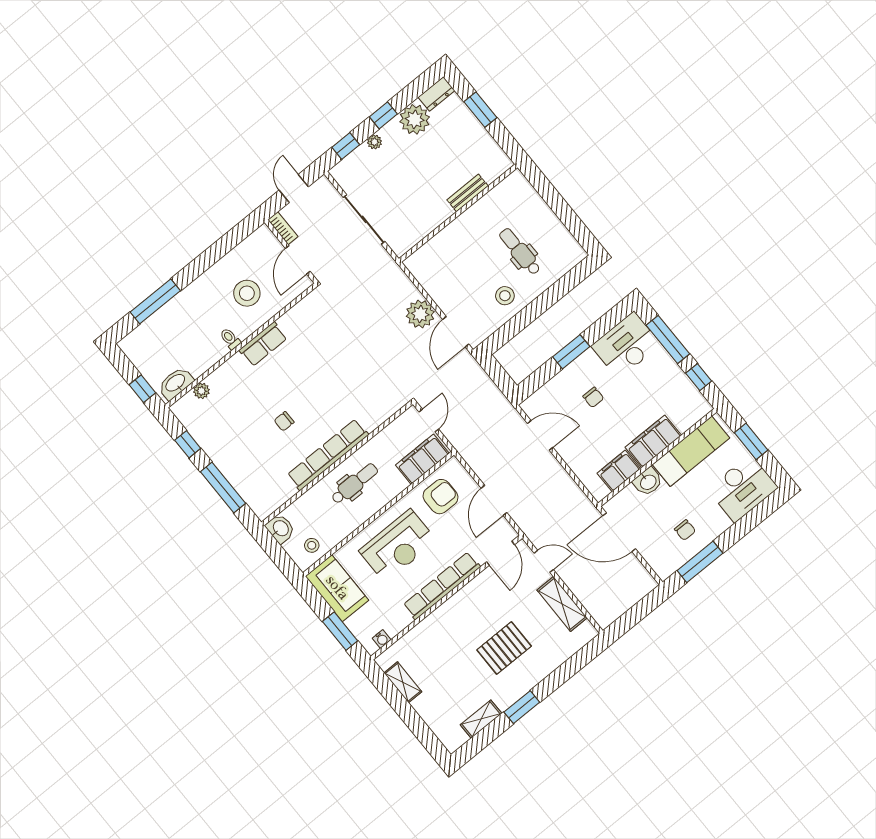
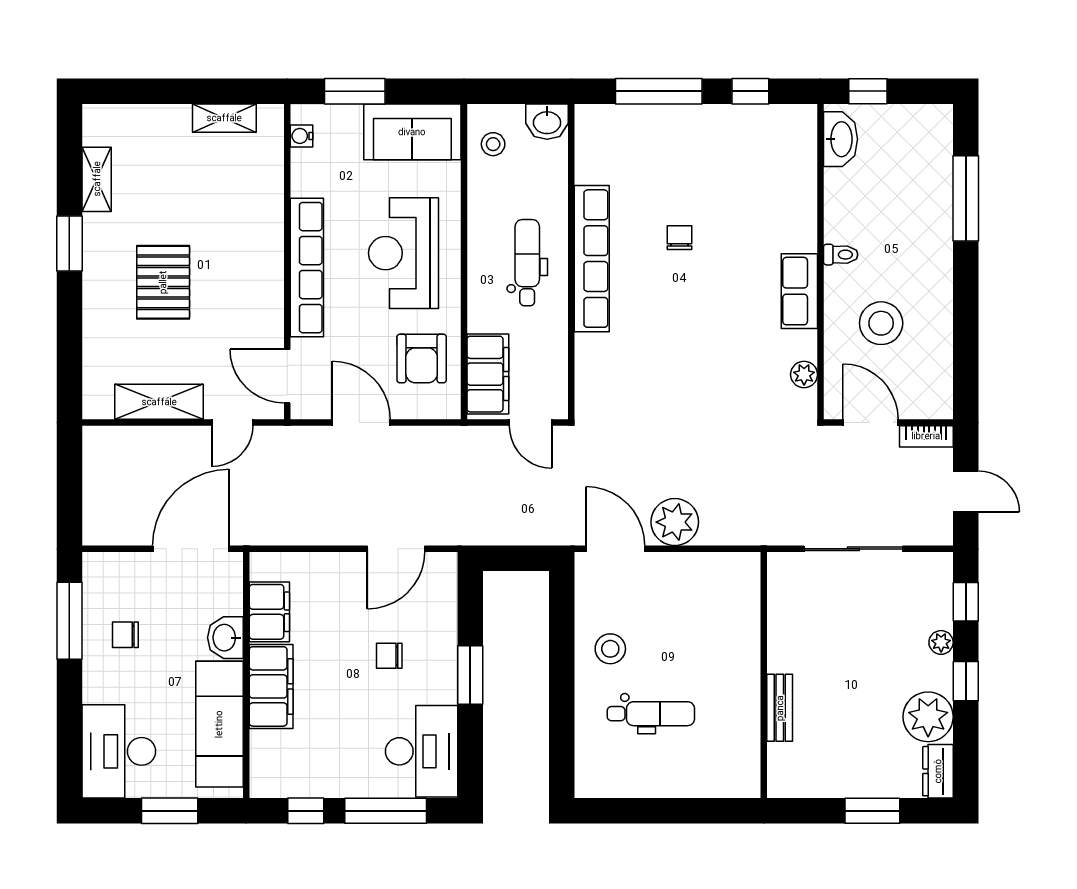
plant: (201, 391) -> (804, 375), moved
dental chair: (355, 484) -> (527, 263), turned 180

